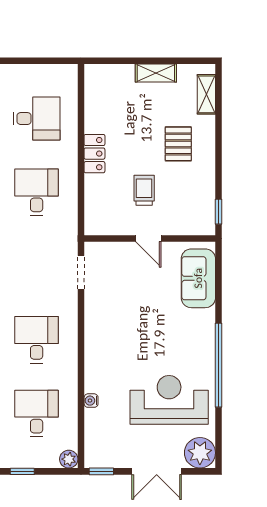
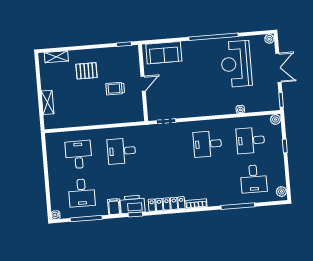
shelving: (156, 73) -> (48, 102), moved
locker: (94, 154) -> (96, 119), removed
plant: (200, 453) -> (269, 39), width x0.53, depth x0.53

